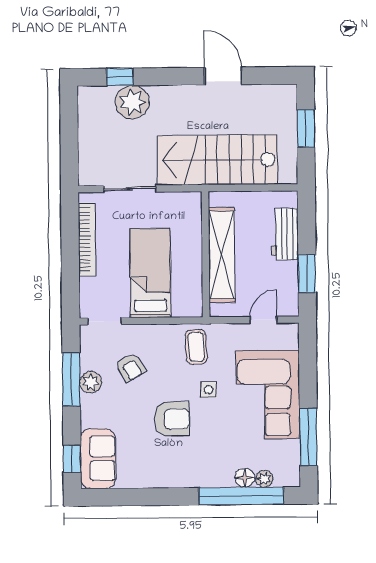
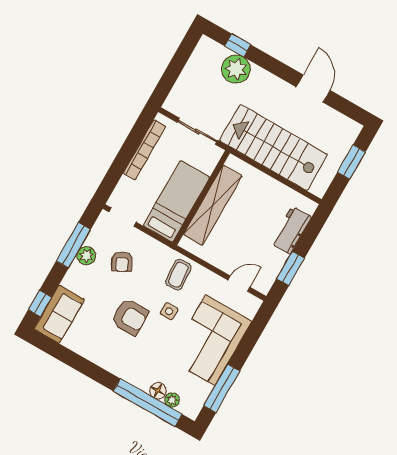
wall: (206, 254) -> (201, 198), moved
shelving: (222, 255) -> (213, 205), moved

